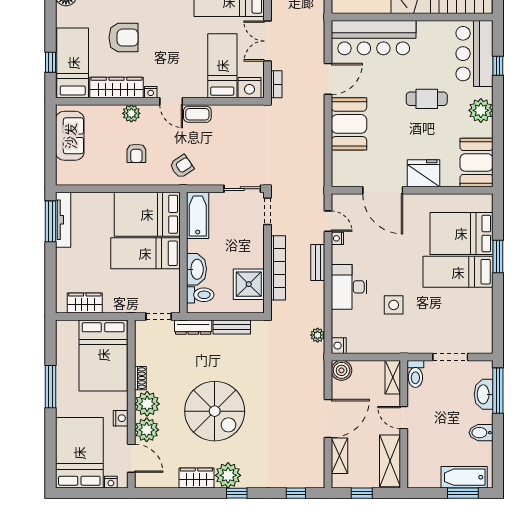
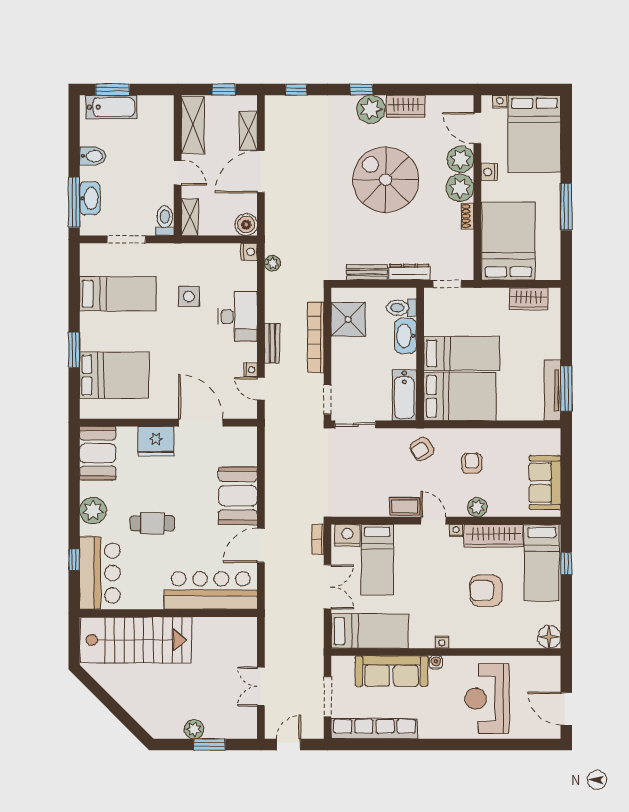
bed: (458, 272) -> (118, 294), moved

